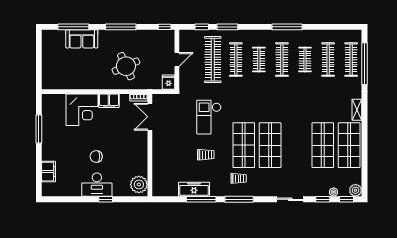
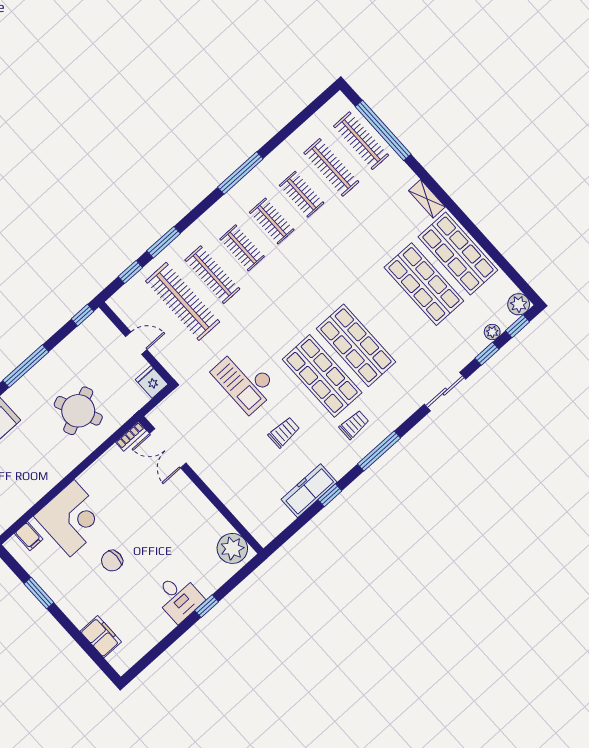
door: (177, 60) -> (136, 343), hinge flipped
clothes rail: (282, 60) -> (272, 221), width x0.73
filing cabinet: (109, 101) -> (29, 536), moved, width x0.50
window: (39, 129) -> (39, 593), width x0.69
chair: (96, 157) -> (112, 561), moved
desk: (97, 185) -> (178, 597), width x0.73
window: (201, 199) -> (330, 495), width x0.46

